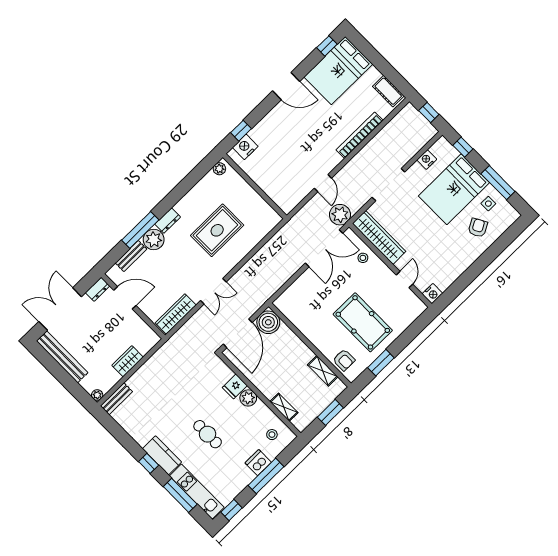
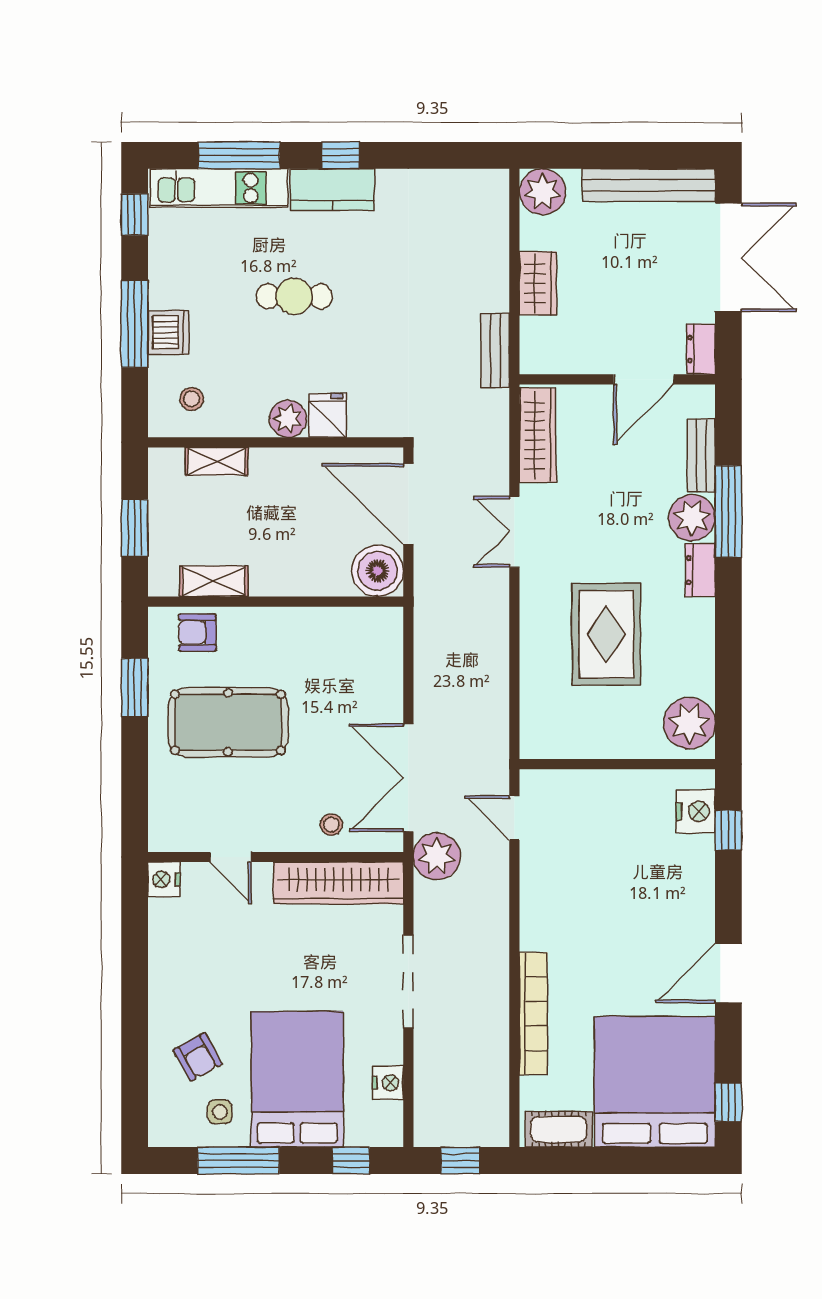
bed: (338, 71) -> (655, 1082), width x1.36
plant: (219, 169) -> (689, 723), width x1.87, depth x1.87
door: (323, 183) -> (514, 818), moved
plant: (97, 395) -> (543, 192), width x1.87, depth x1.87
bench: (116, 399) -> (495, 350), moved

